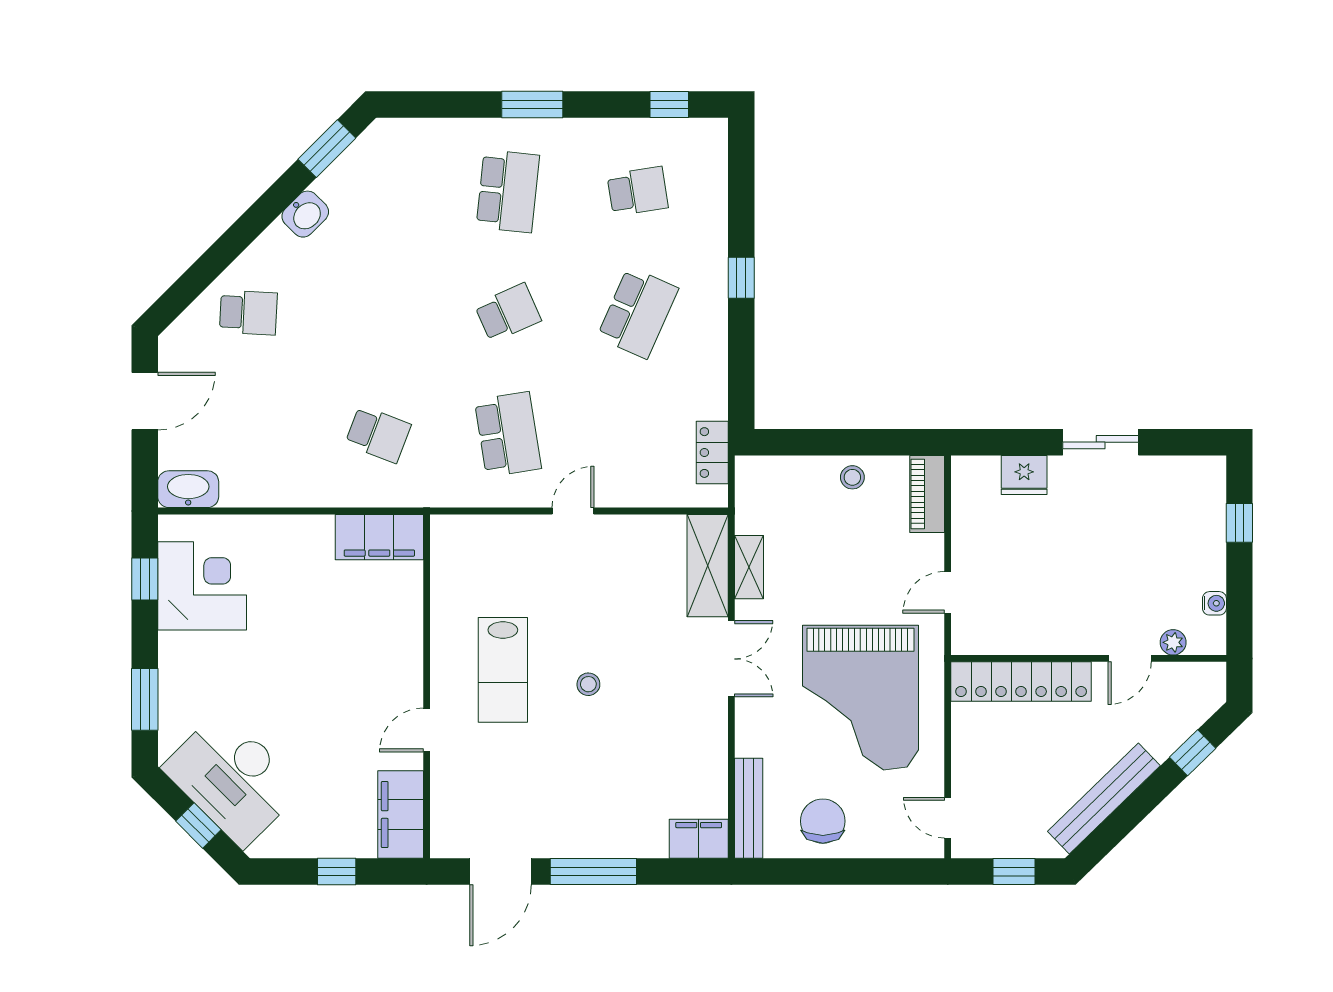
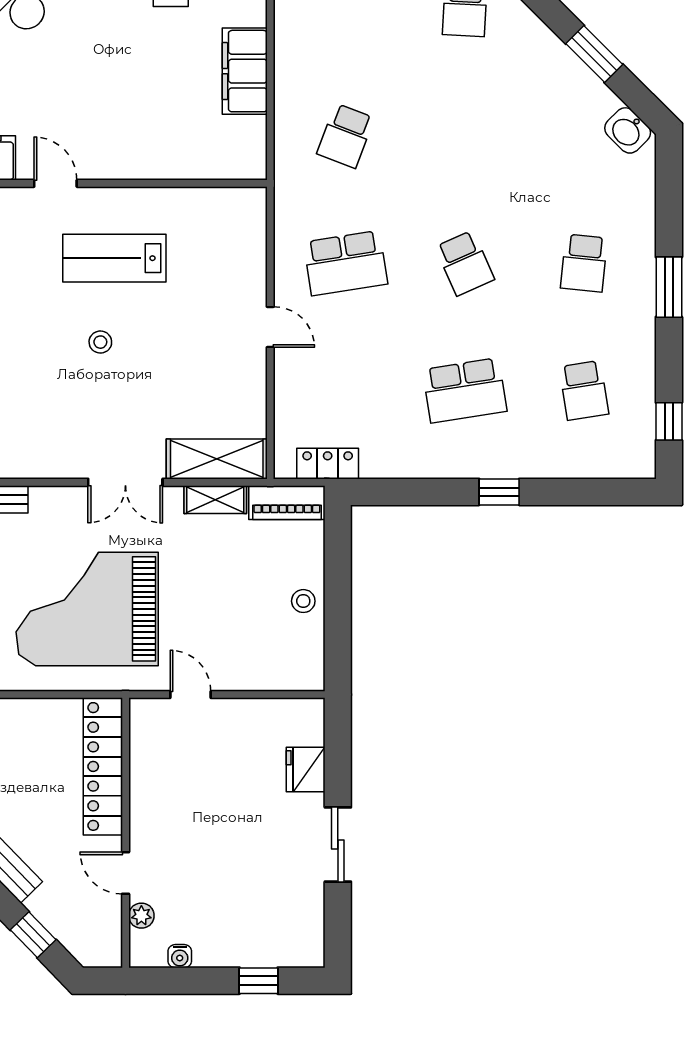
window: (327, 149) -> (594, 54), moved
school desk: (508, 191) -> (584, 263), width x0.54
washbasin: (305, 214) -> (628, 130), moved
school desk: (638, 313) -> (465, 390), turned -33
piano: (927, 494) -> (287, 503), moved, turned 180
filing cabinet: (379, 537) -> (245, 71), moved

